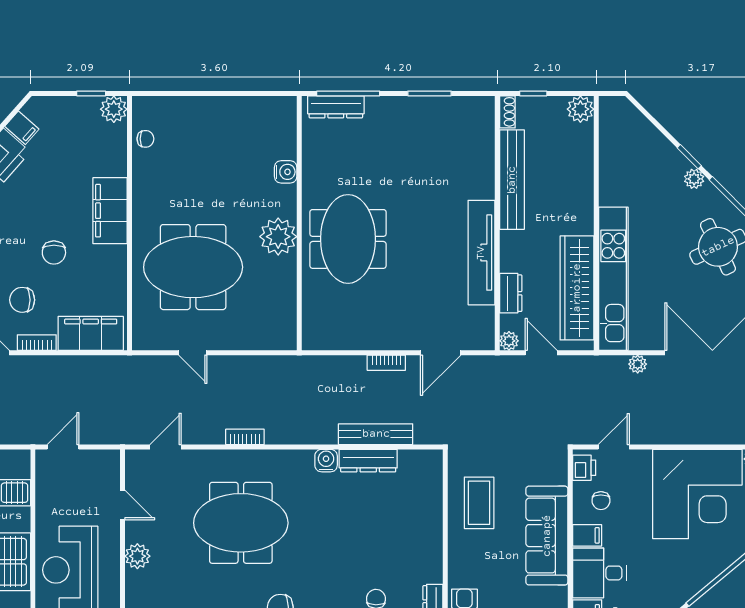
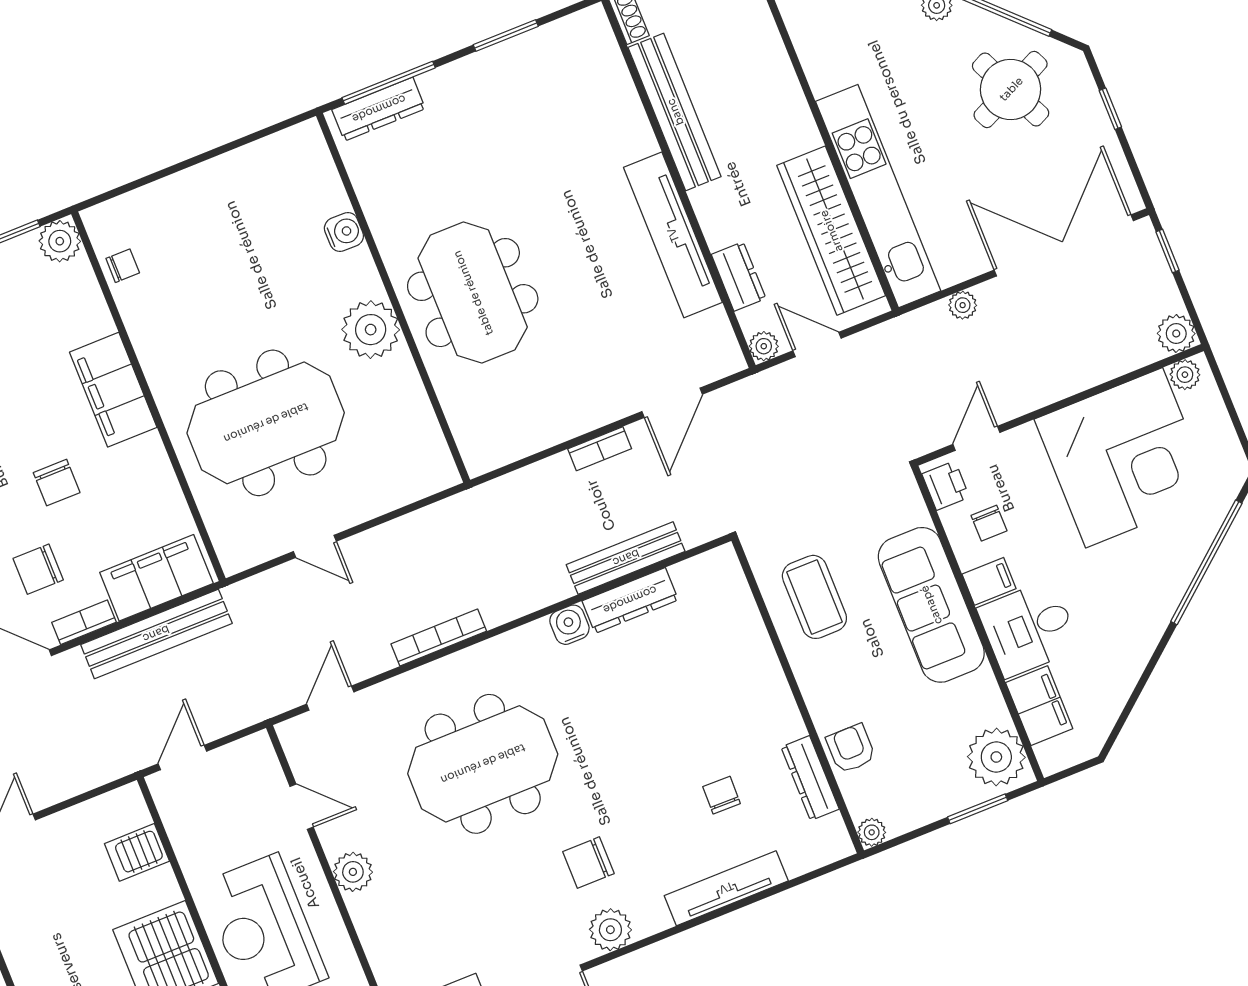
bench: (77, 367) -> (156, 634), added
bookcase: (245, 437) -> (439, 638), width x1.56

